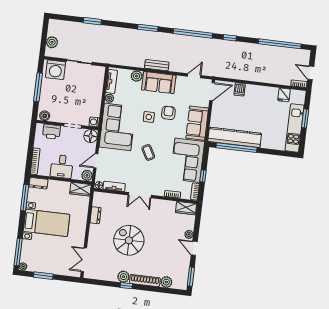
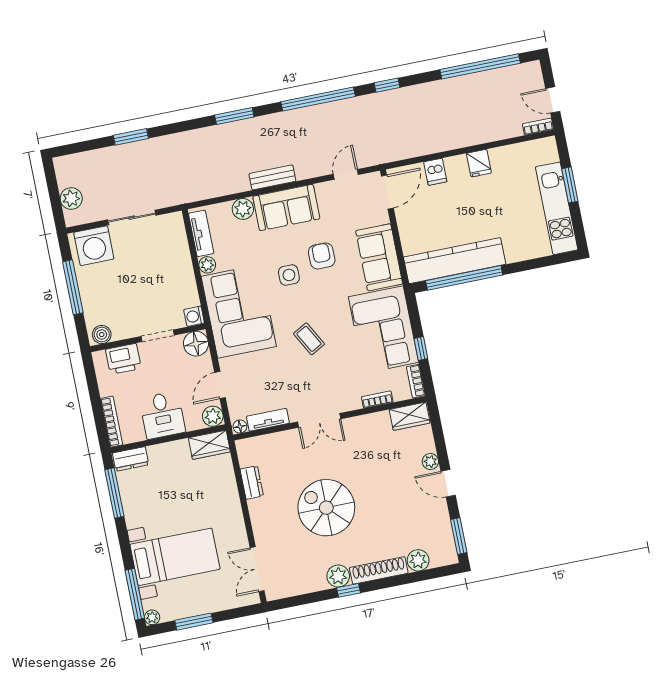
fridge: (284, 95) -> (479, 163), moved
bed with nightstands: (47, 223) -> (175, 557), moved

